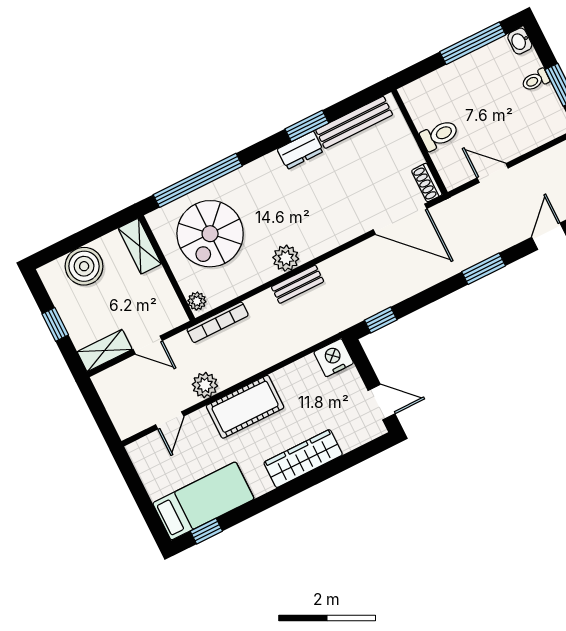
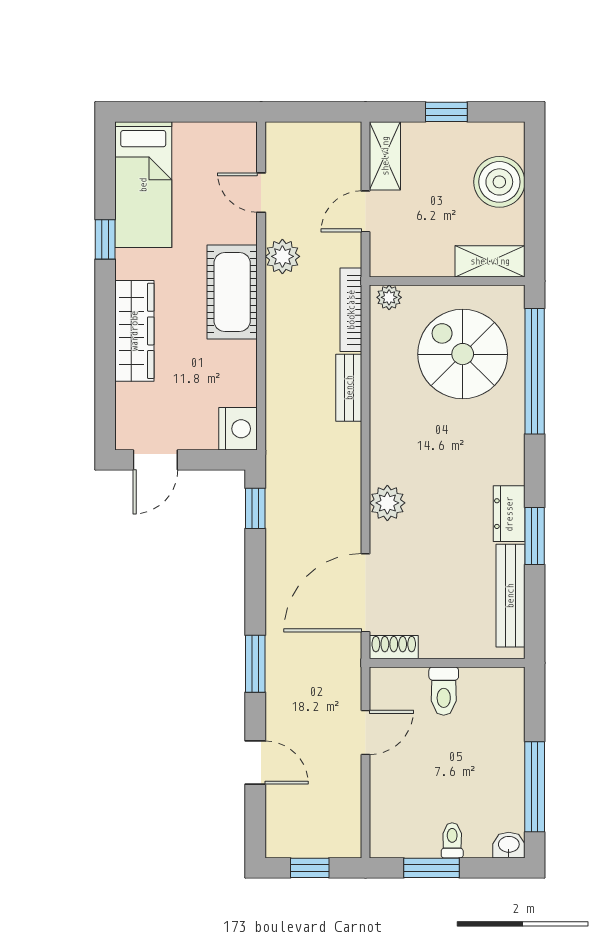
plant: (286, 258) -> (387, 503), moved
bench: (298, 284) -> (349, 388), moved
window: (206, 531) -> (105, 239), moved

